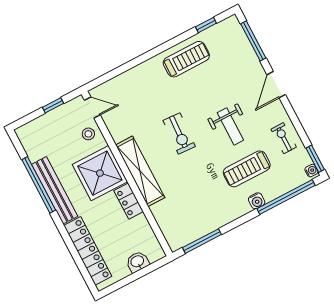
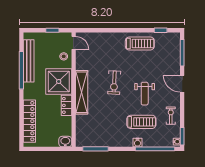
door: (276, 85) -> (182, 84), hinge flipped
treadmill: (247, 169) -> (141, 122), turned 180
bench: (55, 190) -> (29, 61), moved
washbasin: (137, 262) -> (65, 142), moved

